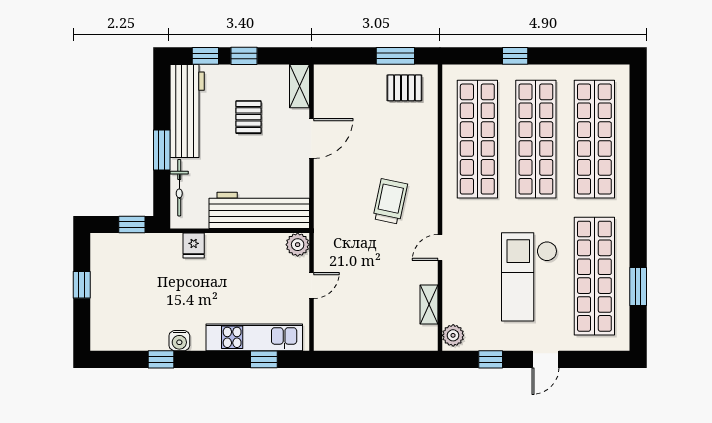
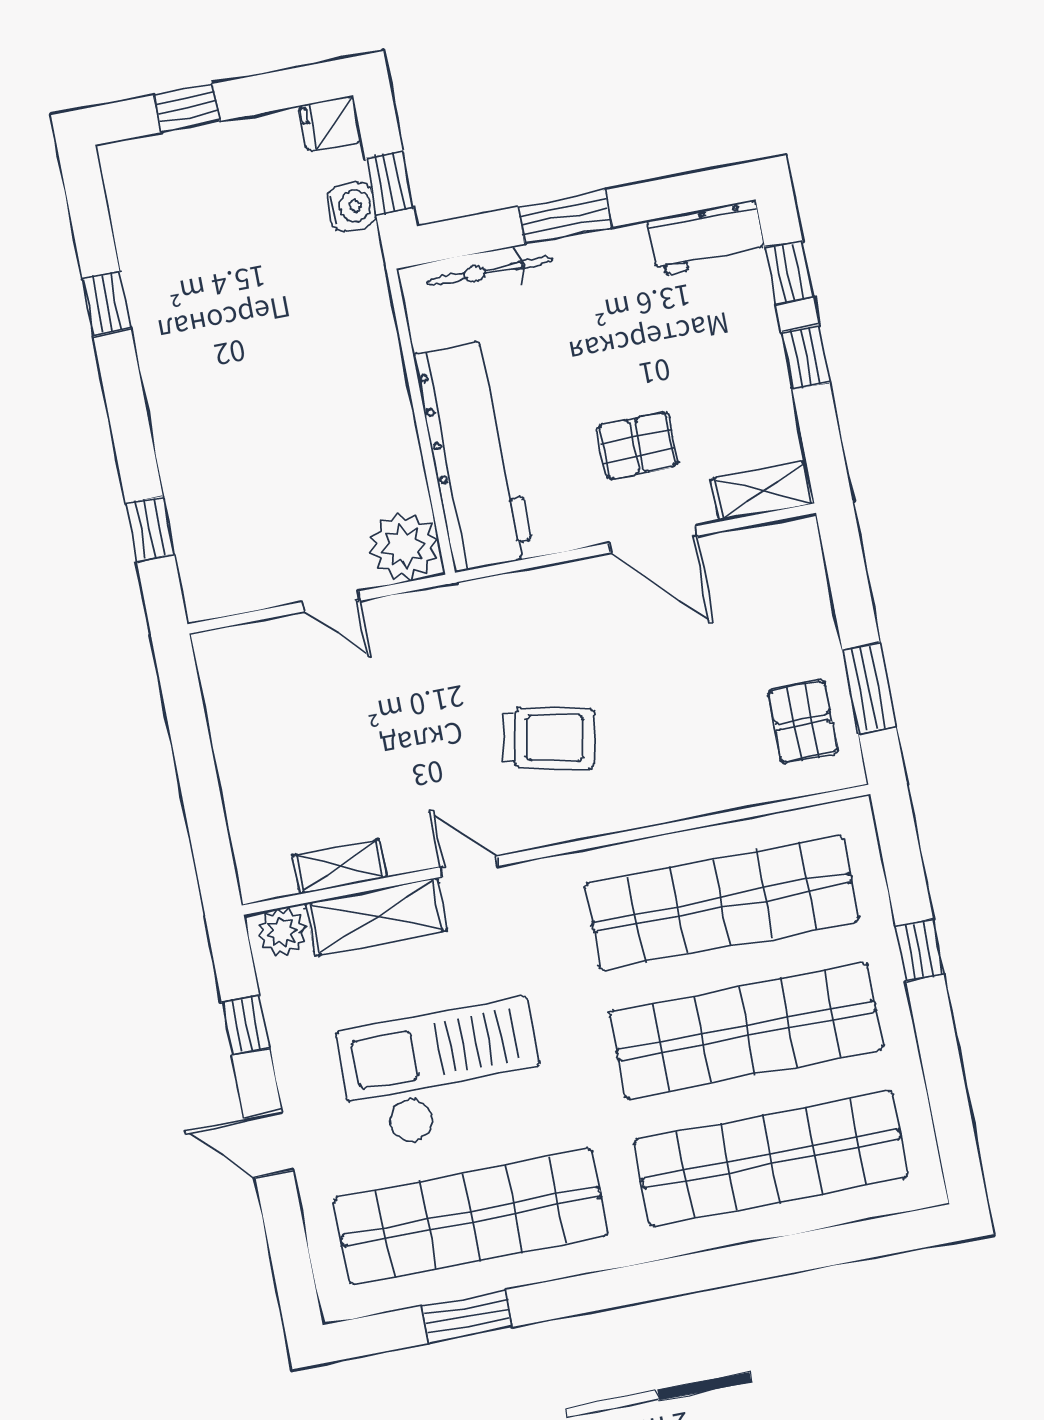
workbench: (187, 111) -> (707, 238), width x0.53, depth x0.76
pallet: (248, 117) -> (637, 446), moved
fridge: (194, 245) -> (330, 123), moved
plant: (298, 245) -> (404, 546), width x1.36, depth x1.36
window: (82, 285) -> (187, 108), moved
shelving: (454, 293) -> (376, 917), added
kitchen unit: (254, 337) -> (194, 498), removed
water cooler: (179, 341) -> (351, 207), moved, turned 180

